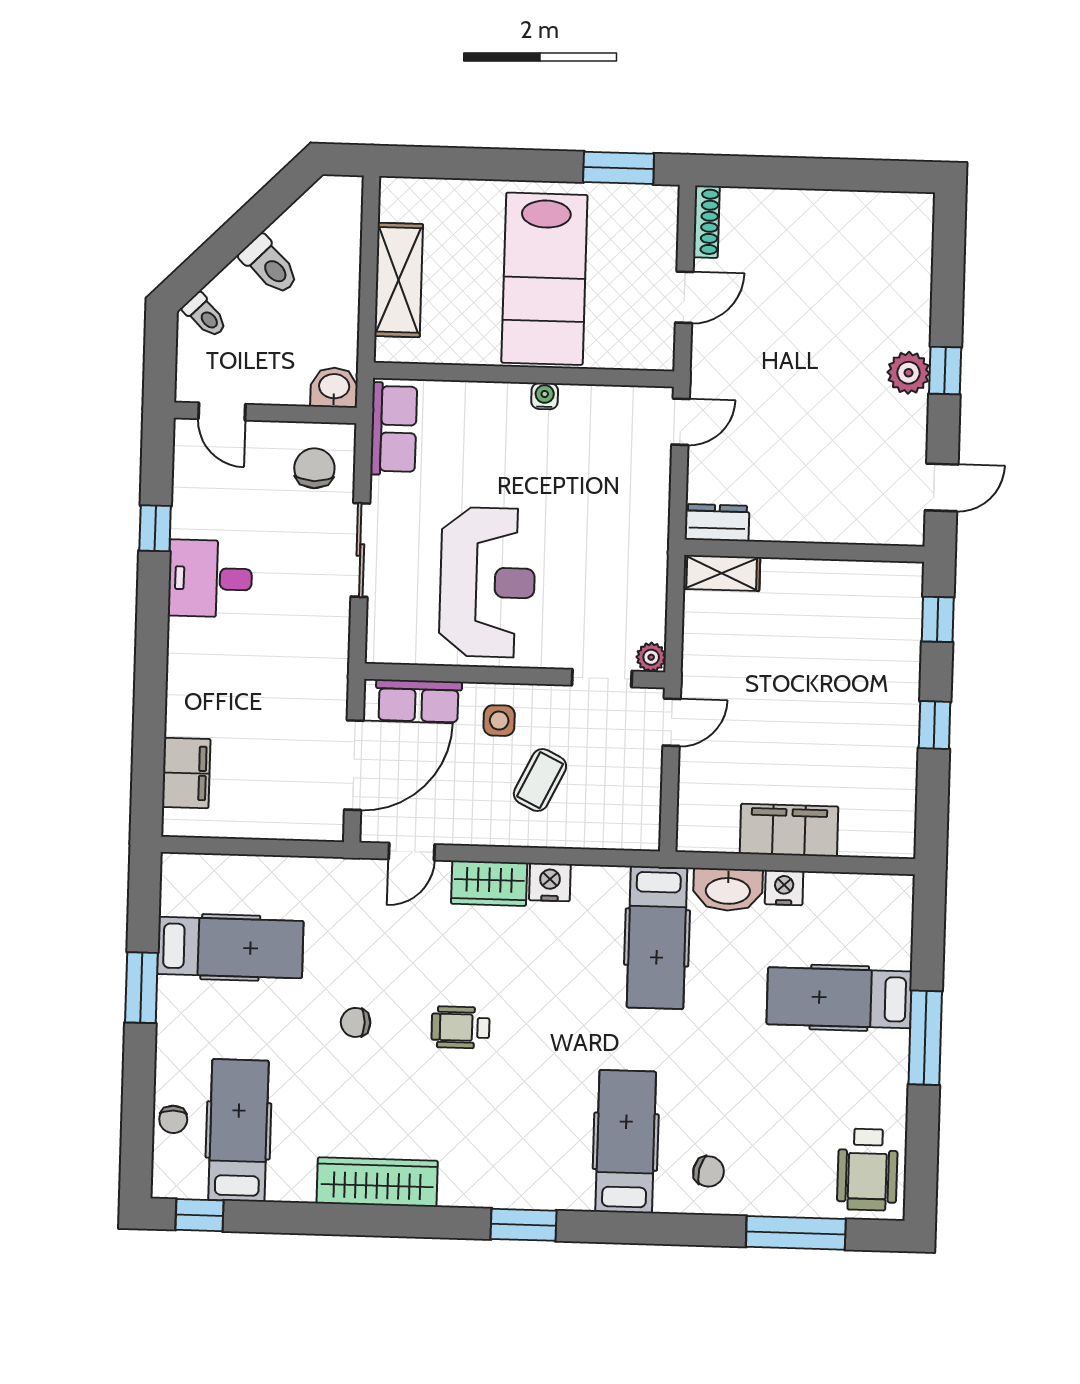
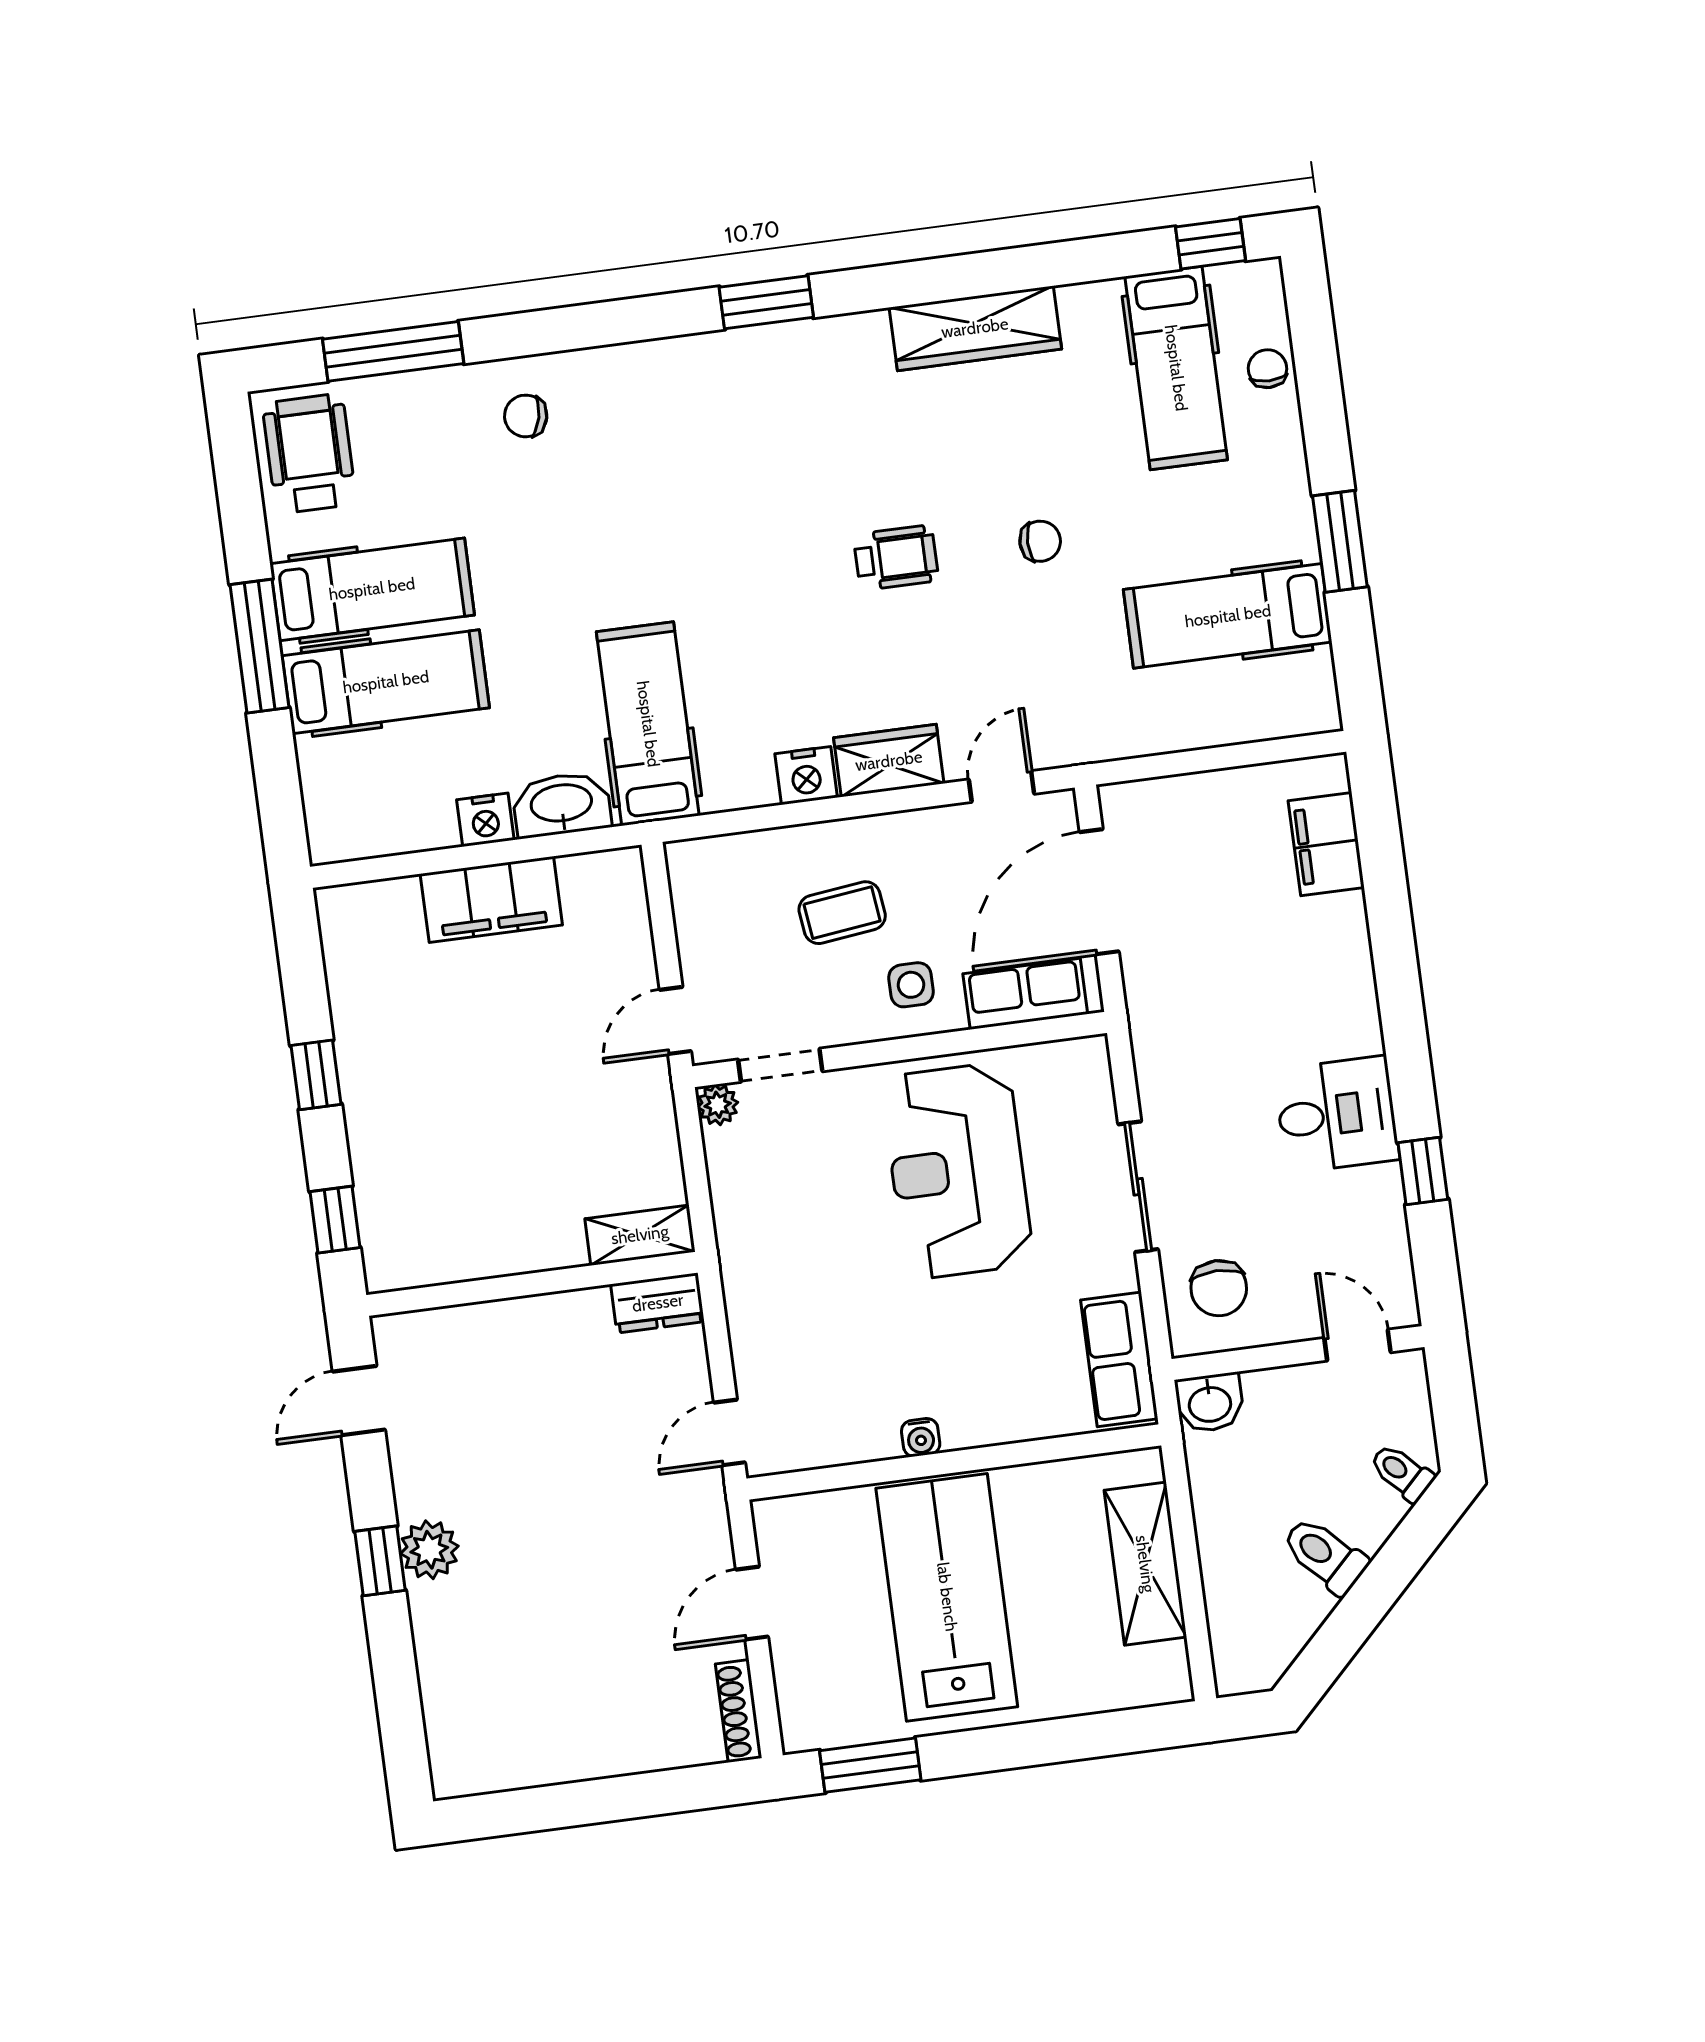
coffee table: (540, 780) -> (842, 913), turned 57
hospital bed: (626, 1142) -> (372, 589), moved, turned -90

